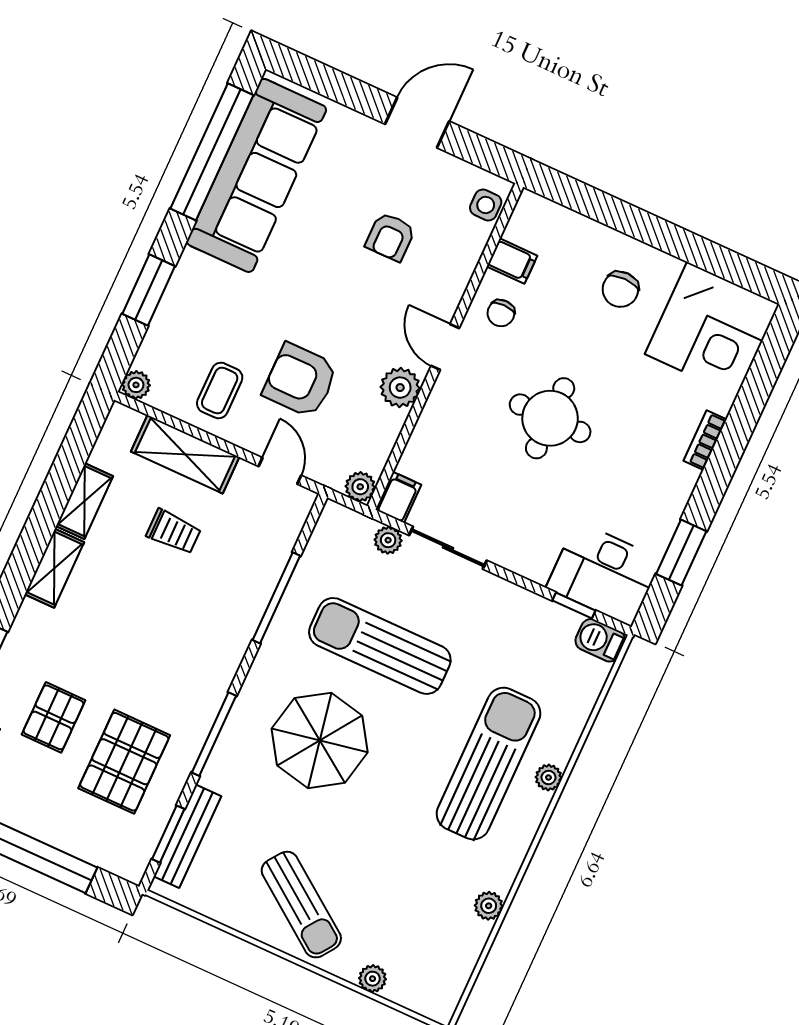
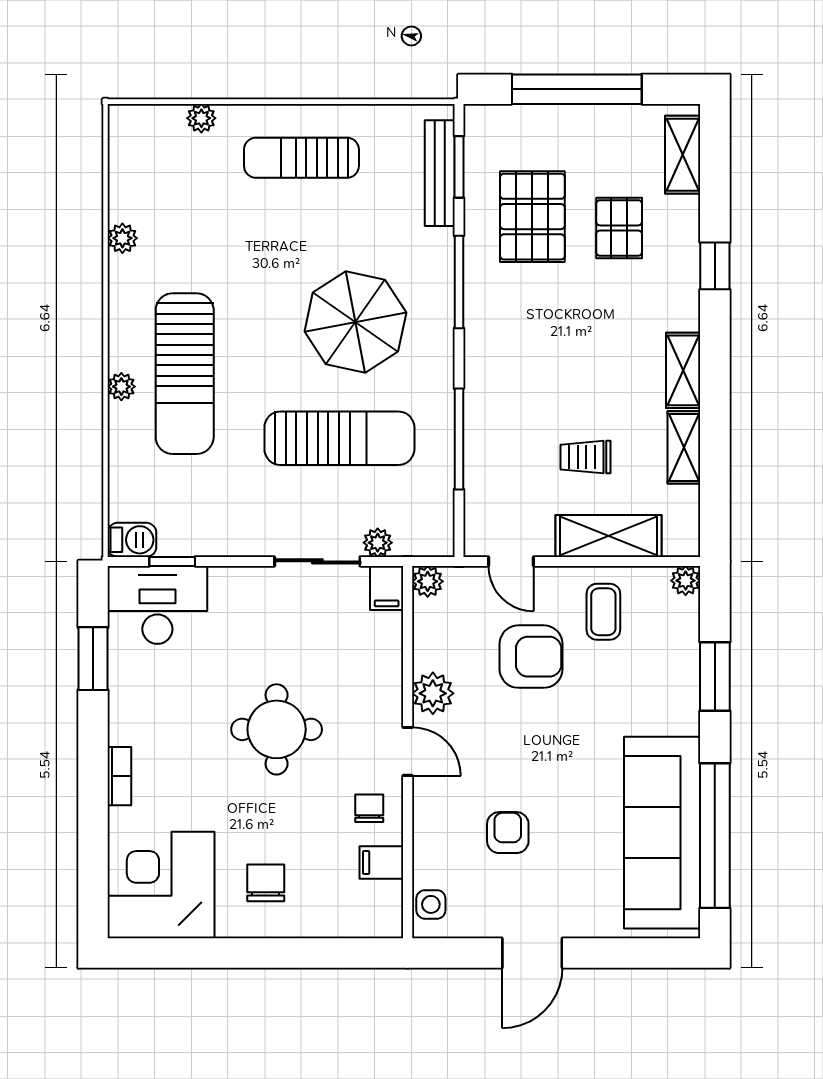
sun lounger: (301, 905) -> (301, 158), turned -36

